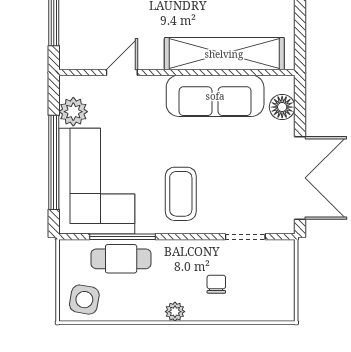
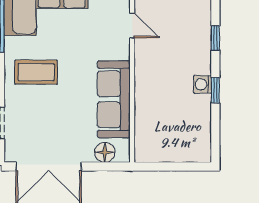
shelving: (224, 54) -> (147, 107), removed

